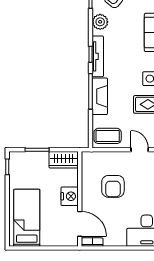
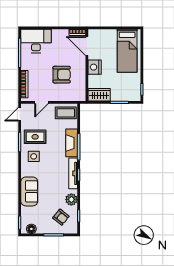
door: (140, 150) -> (41, 102), hinge flipped
armchair: (113, 186) -> (62, 75), turned 90

